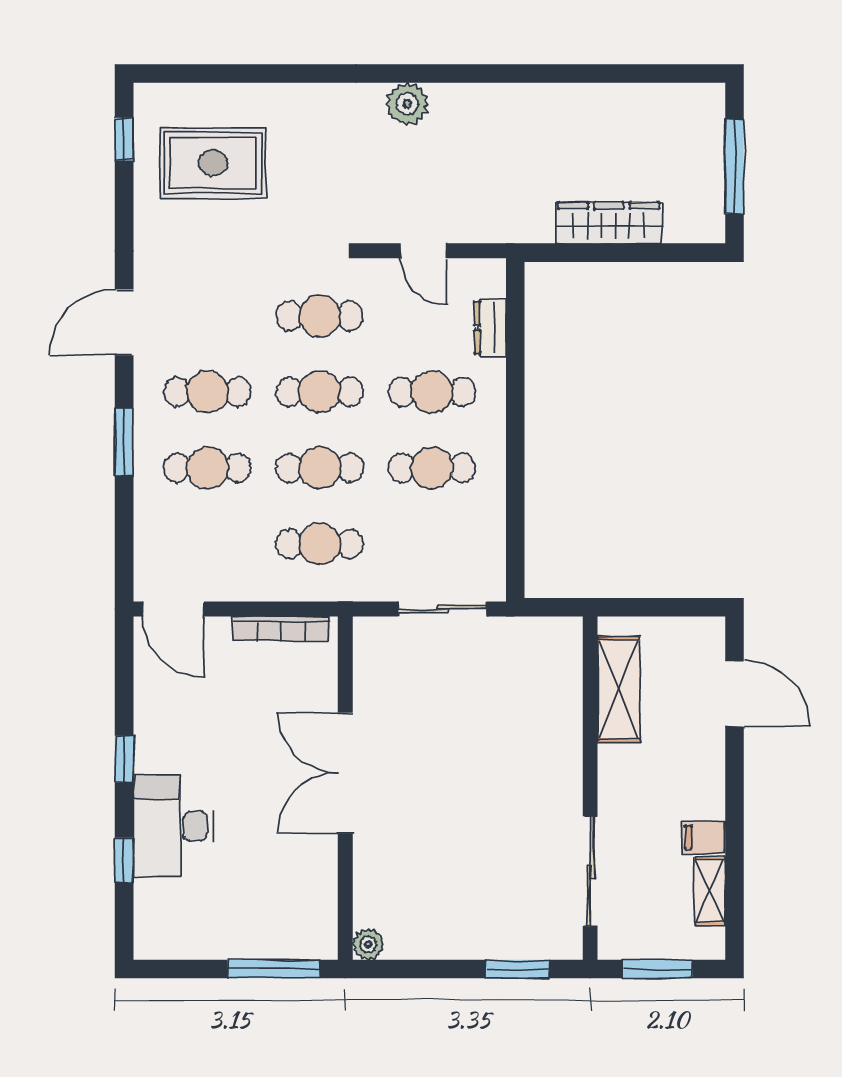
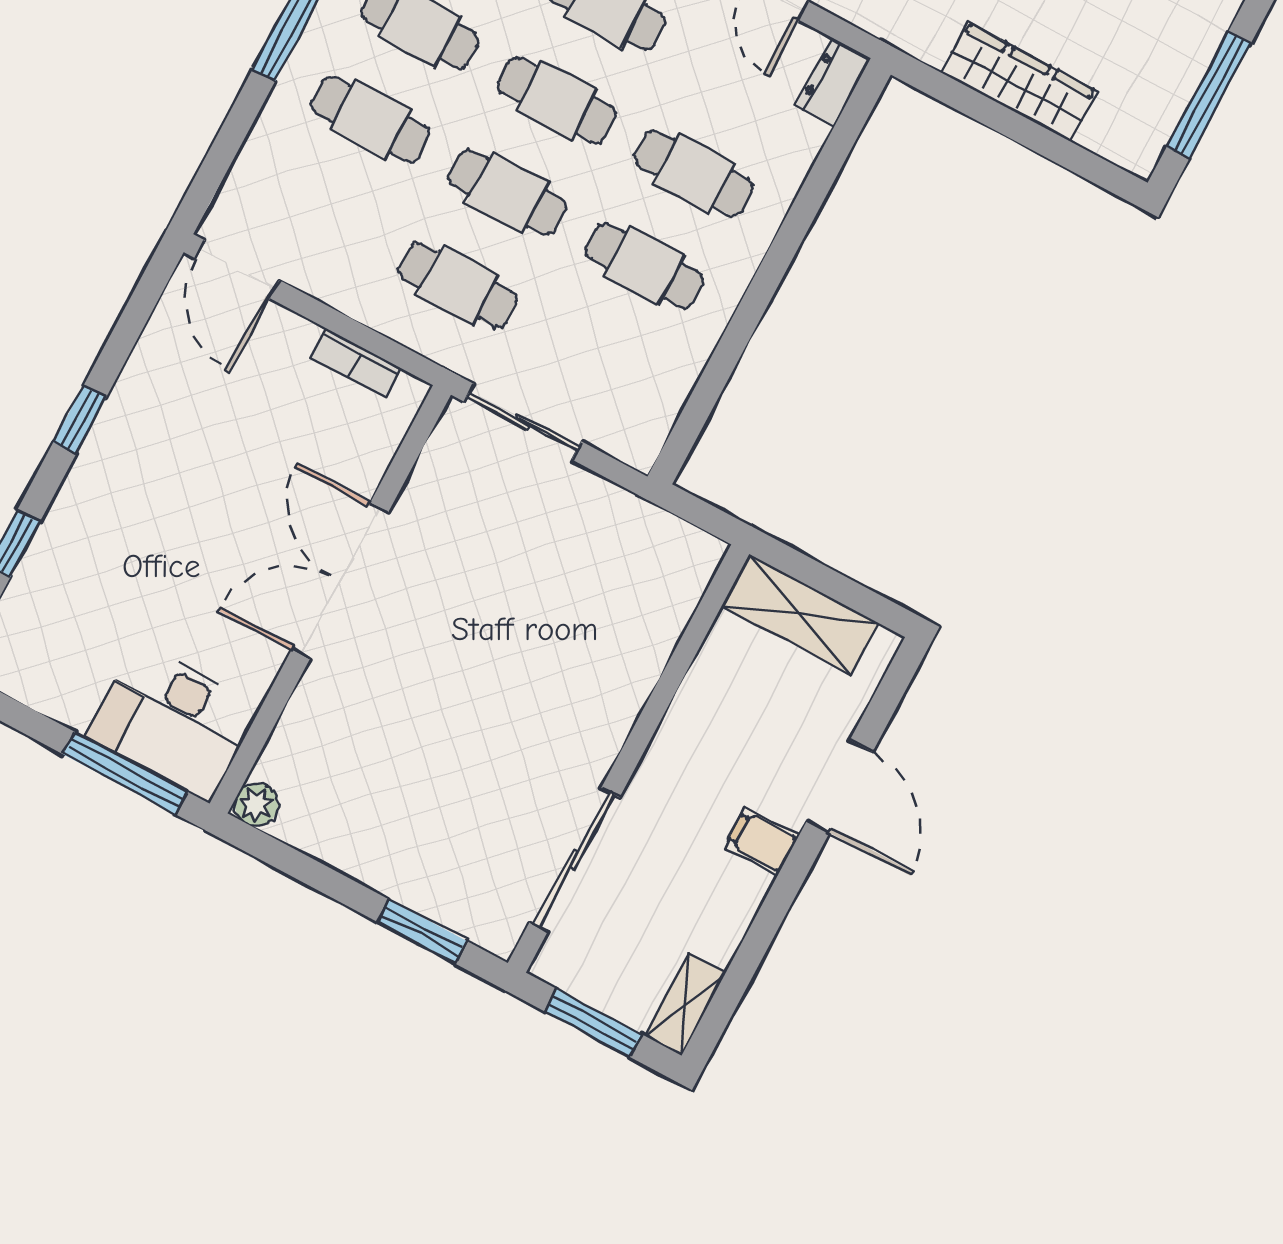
dresser: (490, 328) -> (833, 82), moved
sliding door: (442, 609) -> (523, 422), moved
bookcase: (281, 629) -> (356, 363), width x0.64
shelving: (619, 689) -> (800, 614), moved, turned 90
door: (735, 694) -> (840, 786), moved
desk: (174, 826) -> (173, 721), moved, turned -90
filing cabinet: (704, 837) -> (762, 841), moved
shelving: (710, 891) -> (685, 1004), moved

